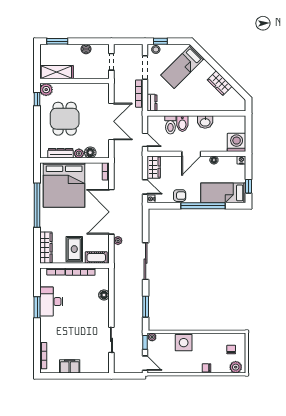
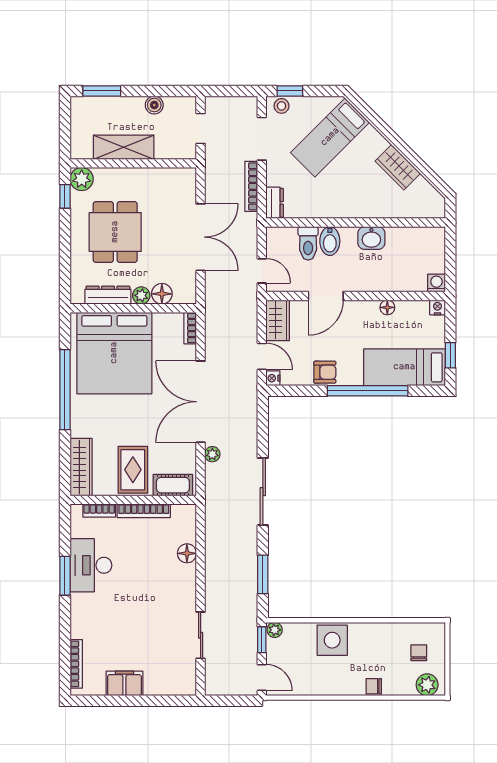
shelving: (56, 72) -> (124, 147), moved
washing machine: (237, 142) -> (436, 283), width x0.53, depth x0.53
door: (191, 154) -> (326, 296), moved

